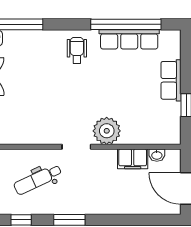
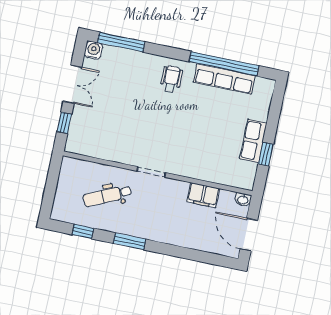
row of seats: (171, 80) -> (253, 141), moved
plant: (107, 131) -> (184, 163), removed
washbasin: (157, 155) -> (243, 200), moved

